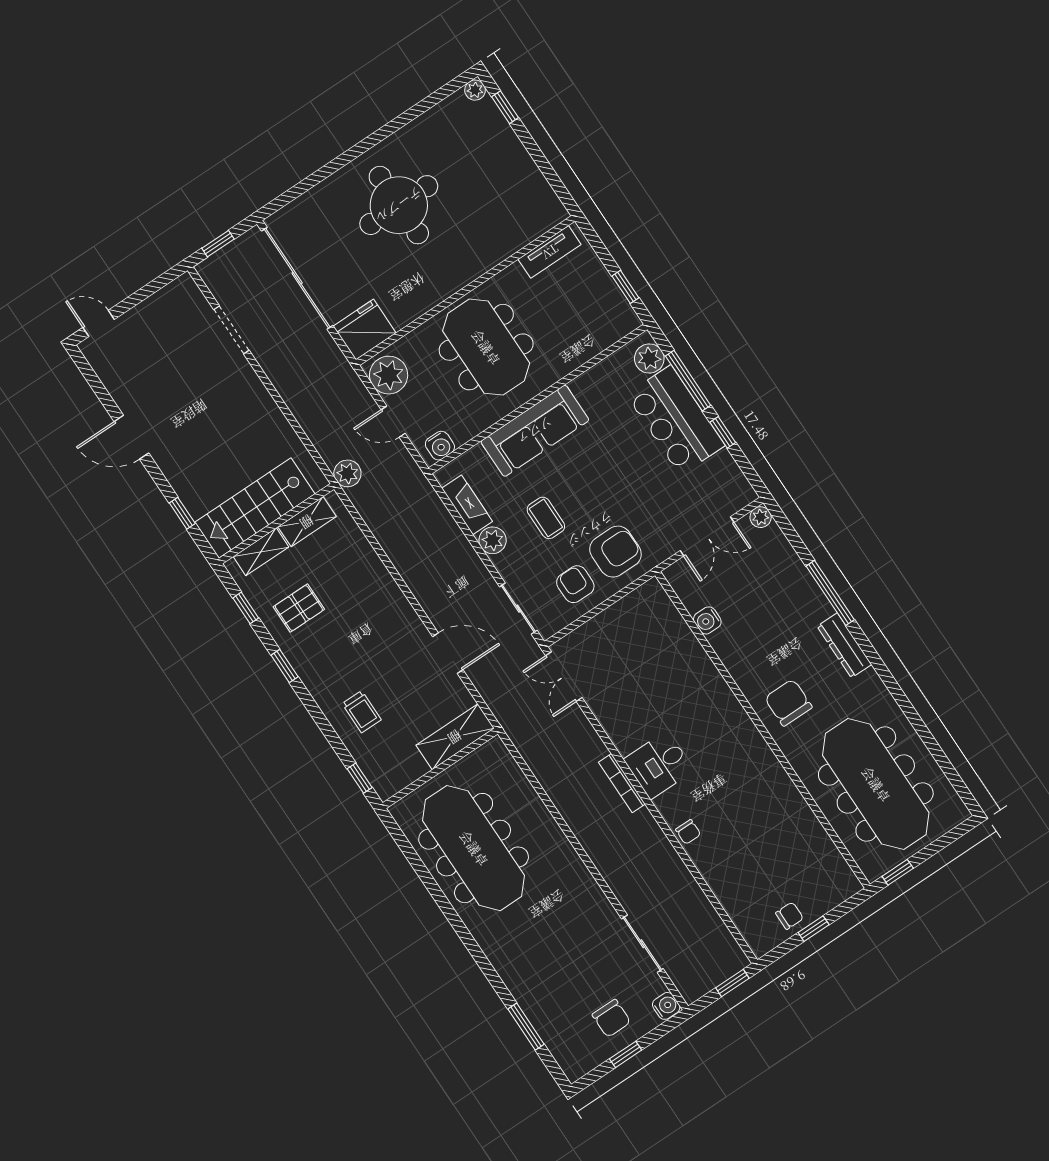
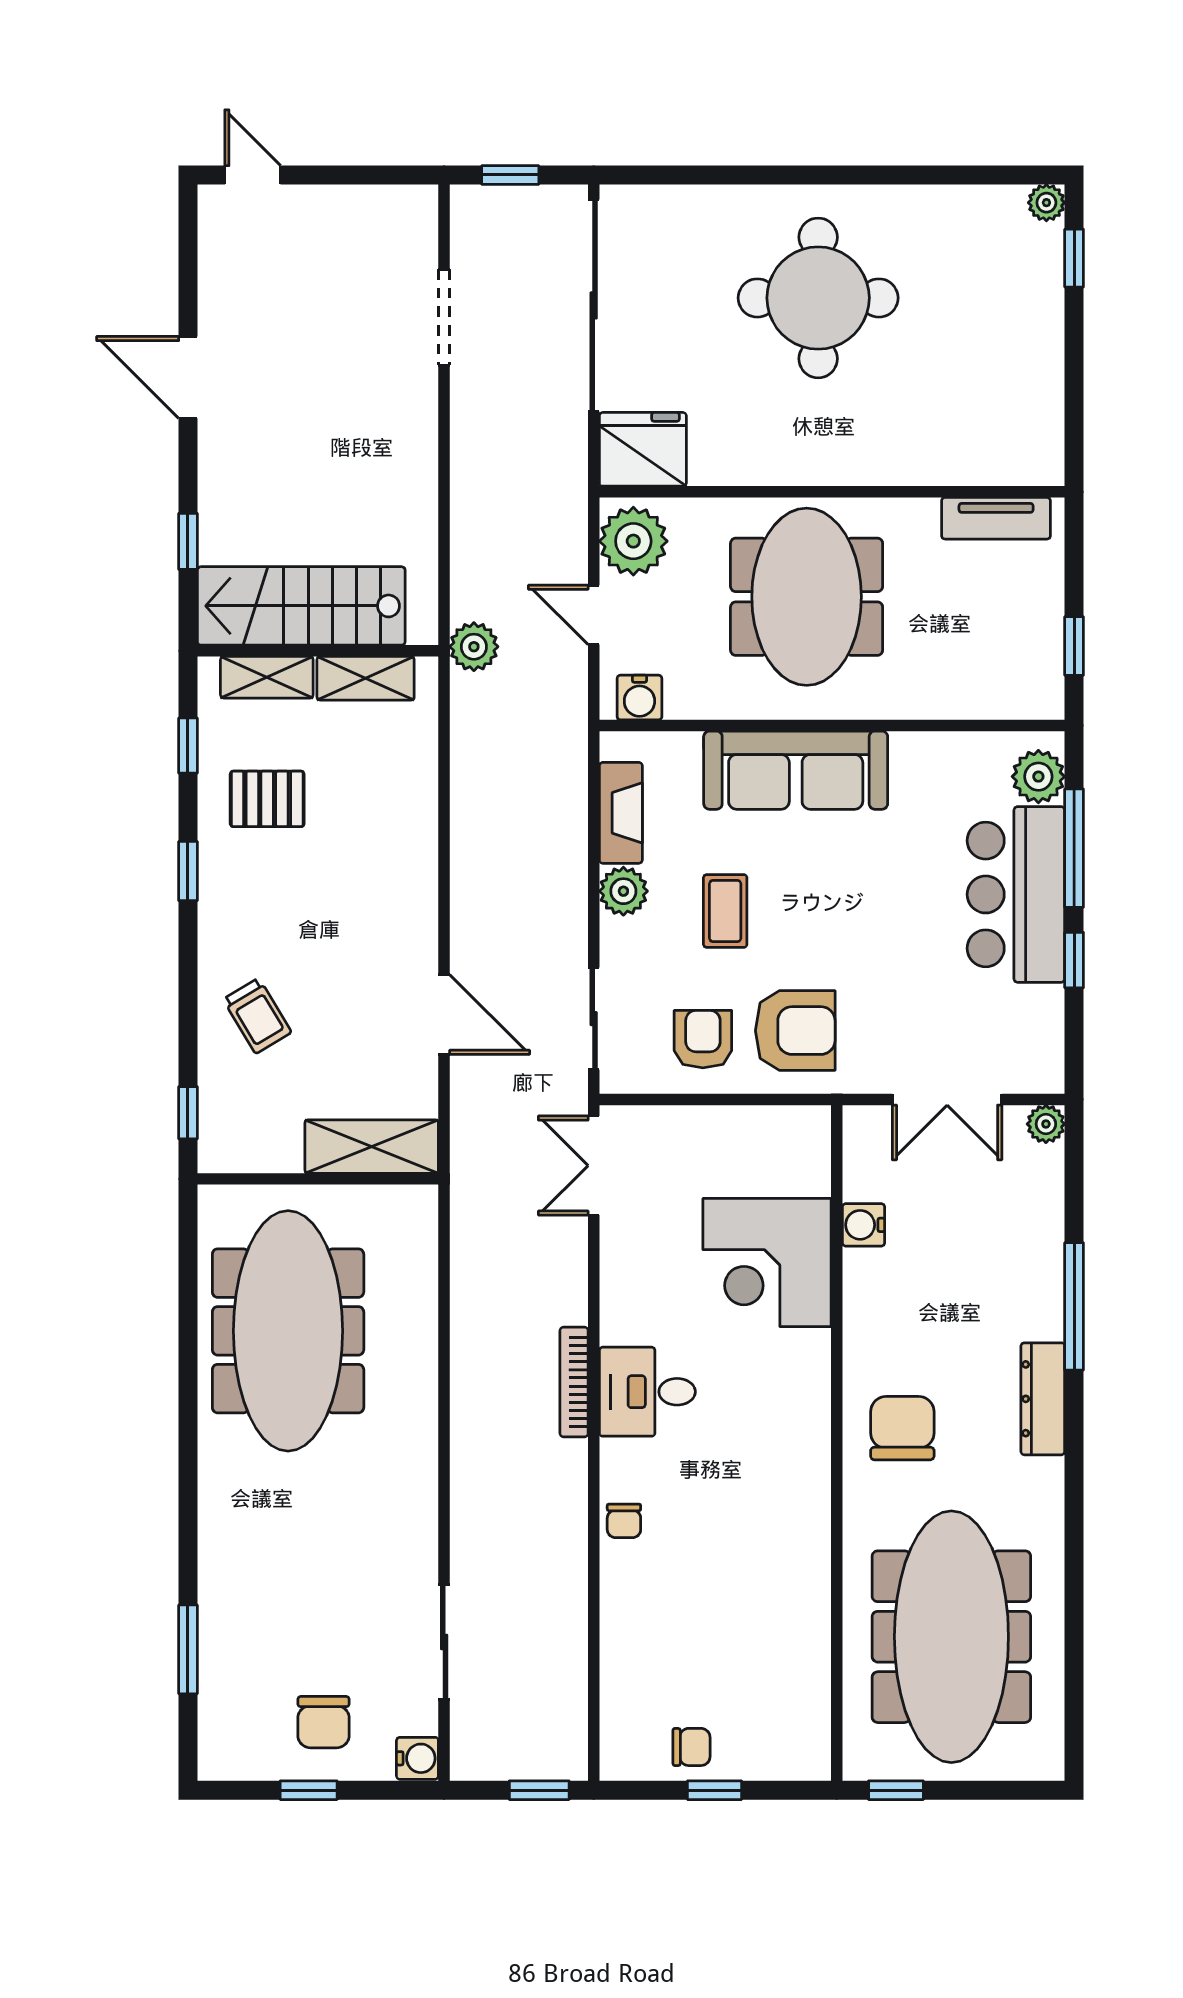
corner desk: (674, 668) -> (767, 1262), added
trolley: (362, 712) -> (257, 1016), turned -31

